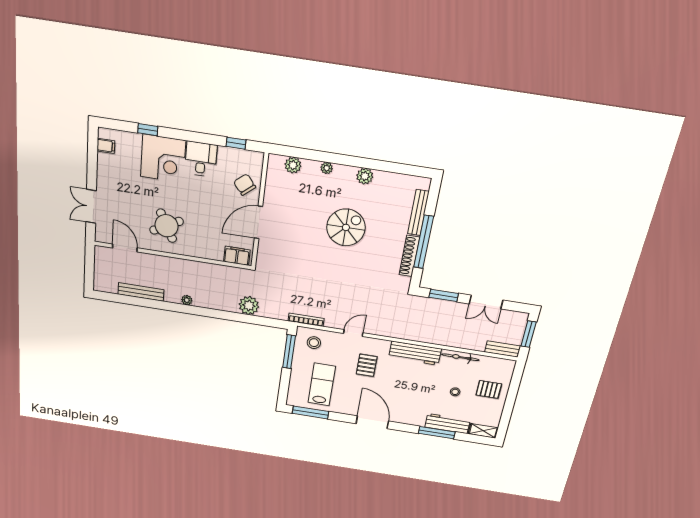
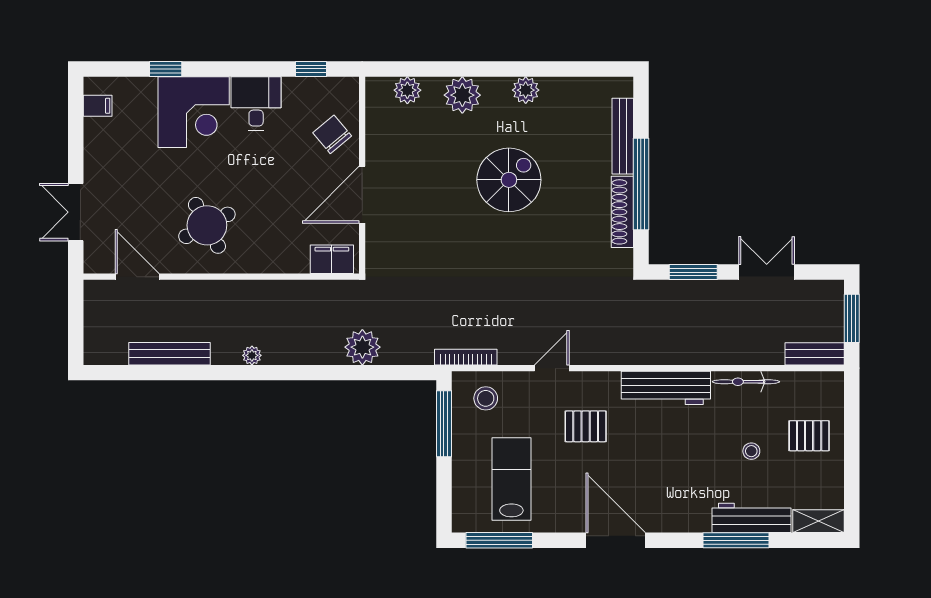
plant: (327, 168) -> (462, 95), width x1.88, depth x1.88
double door: (486, 302) -> (767, 272), swing flipped
pallet: (367, 365) -> (586, 426), turned 90

